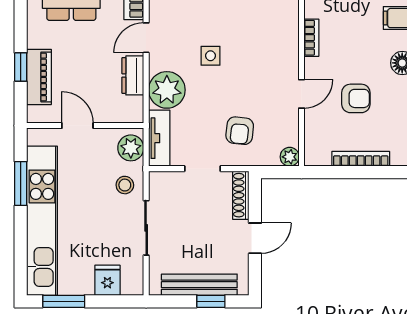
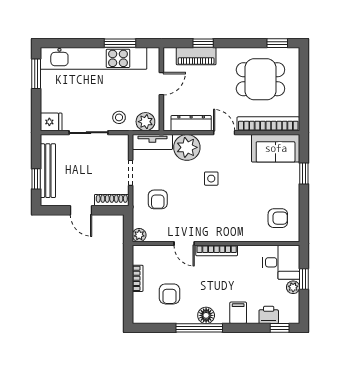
bookcase: (311, 38) -> (217, 251), width x1.56
dresser: (133, 75) -> (191, 123), width x1.44
armchair: (356, 98) -> (170, 294), moved
armchair: (240, 131) -> (158, 199), turned -96
bookcase: (361, 159) -> (138, 278), width x0.64
fridge: (107, 280) -> (51, 122), moved

